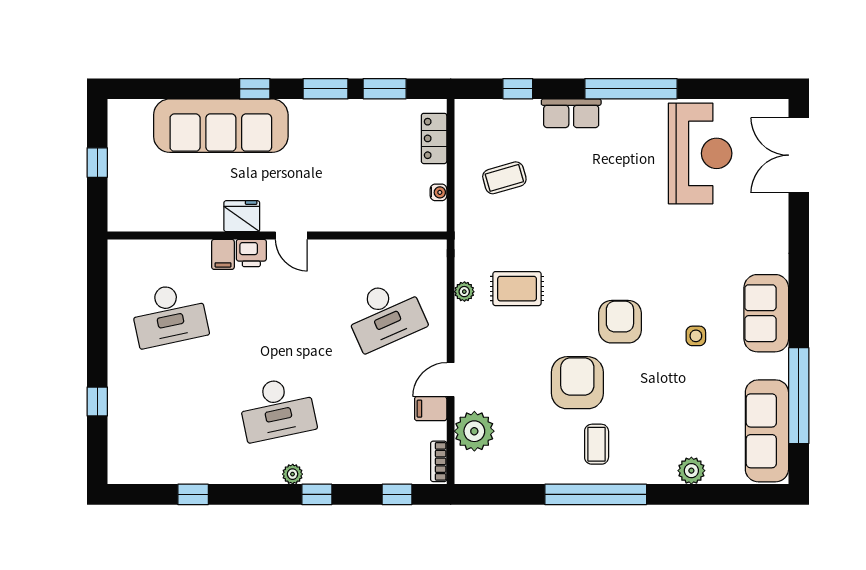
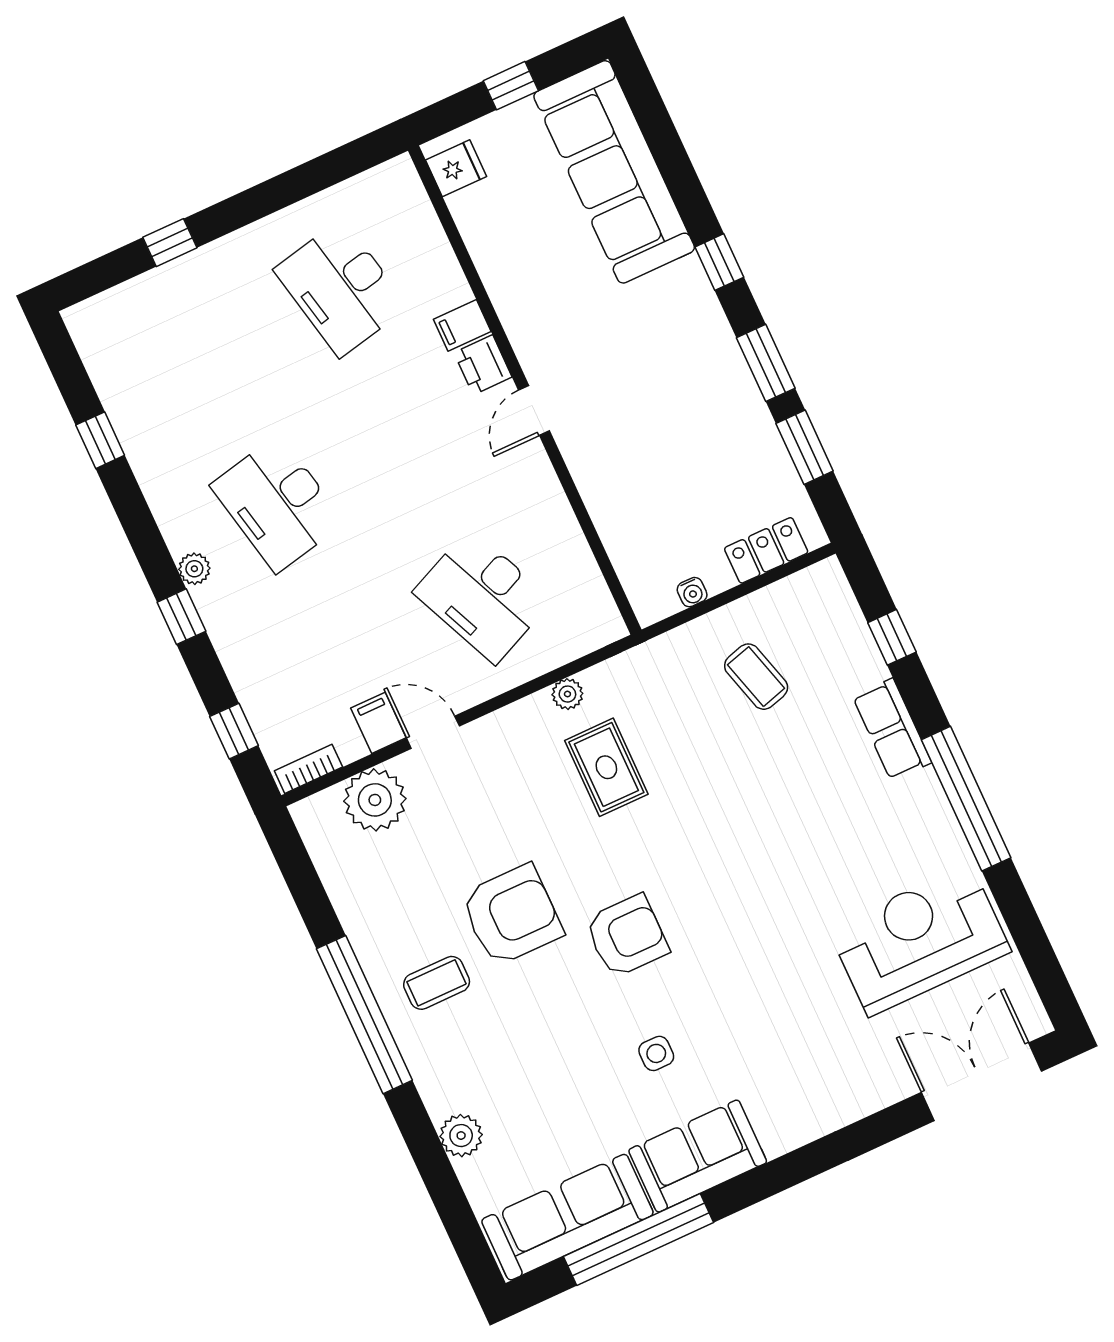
sofa: (221, 126) -> (614, 172), moved
reception desk: (700, 153) -> (919, 940), turned 180
fridge: (242, 216) -> (456, 168), moved, width x0.72
sofa: (766, 313) -> (698, 1156), moved

